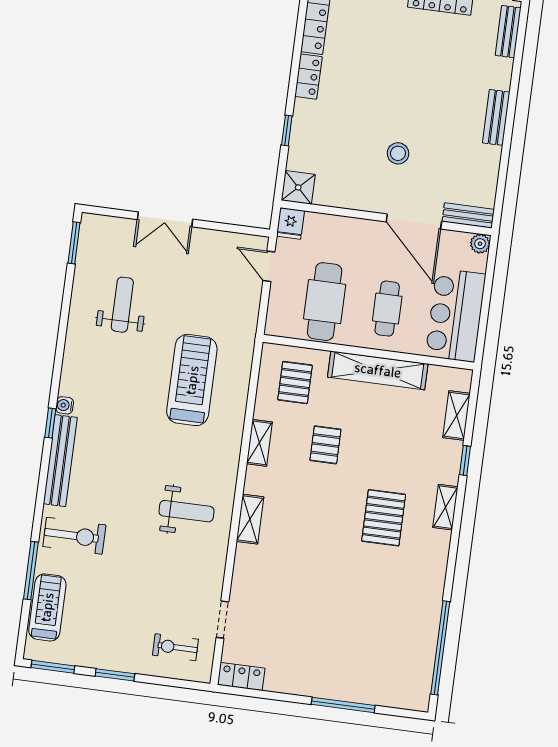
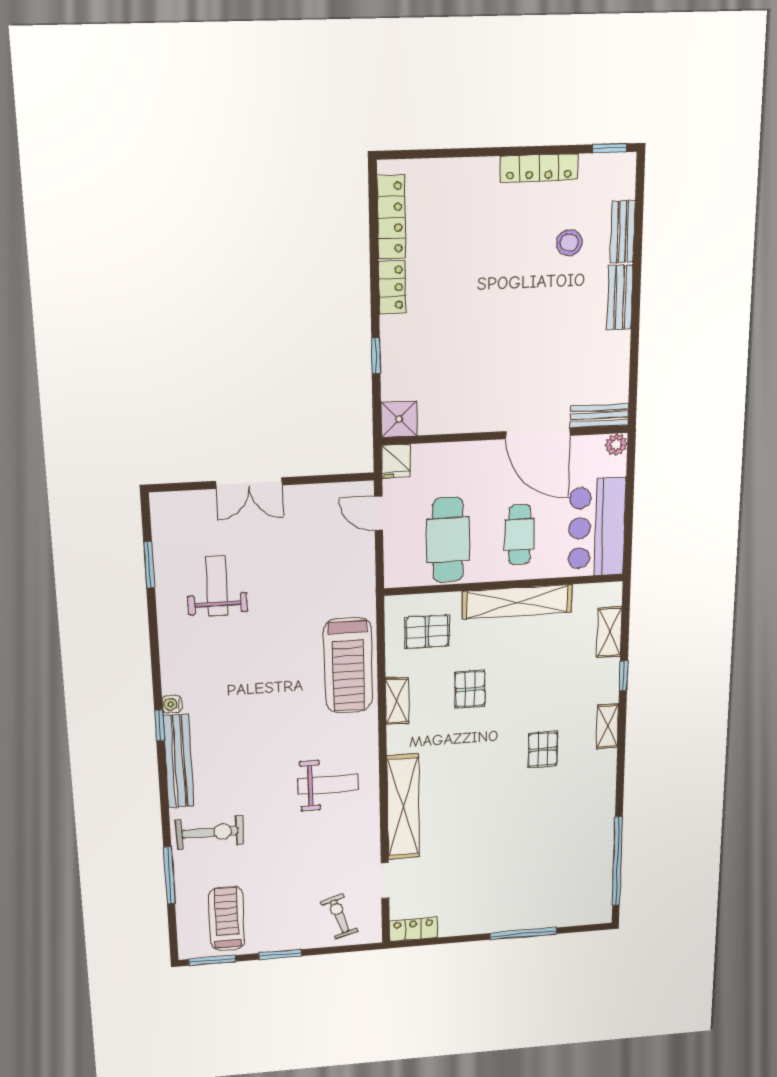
bench: (508, 32) -> (623, 232), moved
stool: (398, 153) -> (569, 243), moved
window: (74, 243) -> (149, 565), moved
treadmill: (192, 380) -> (348, 665), moved, turned 180
pallet: (295, 383) -> (427, 632), turned 90
pallet: (384, 518) -> (543, 749), width x0.67, depth x0.71
shelving: (250, 519) -> (403, 807), width x2.20, depth x1.33
treadmill: (47, 607) -> (227, 919), moved
exercise bike: (175, 647) -> (340, 916), turned 72

